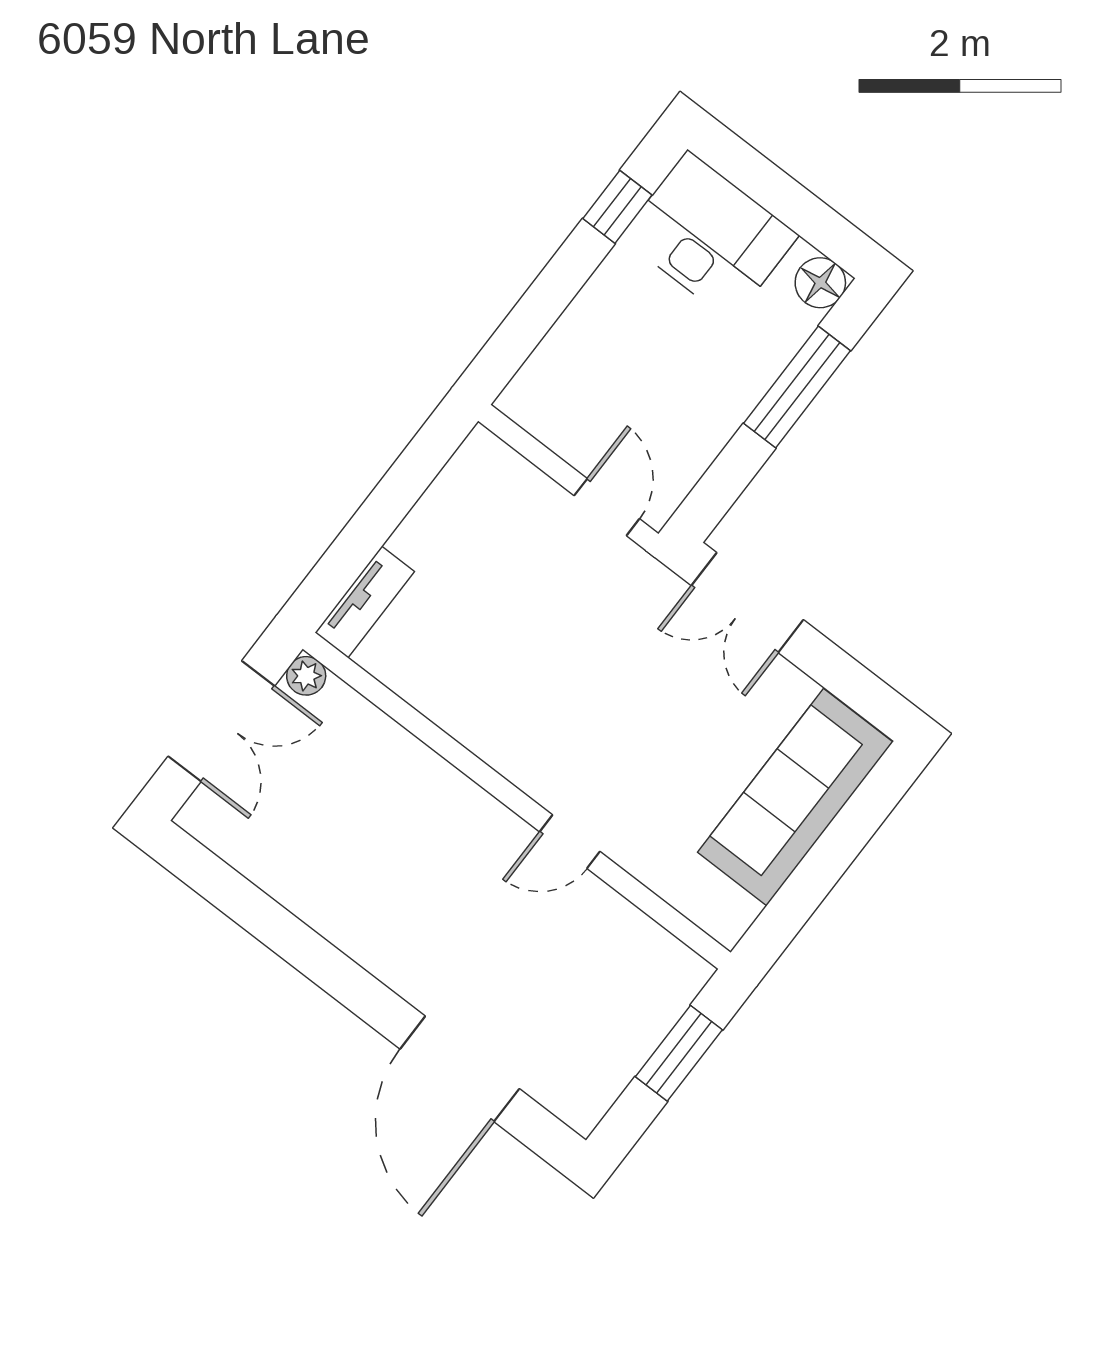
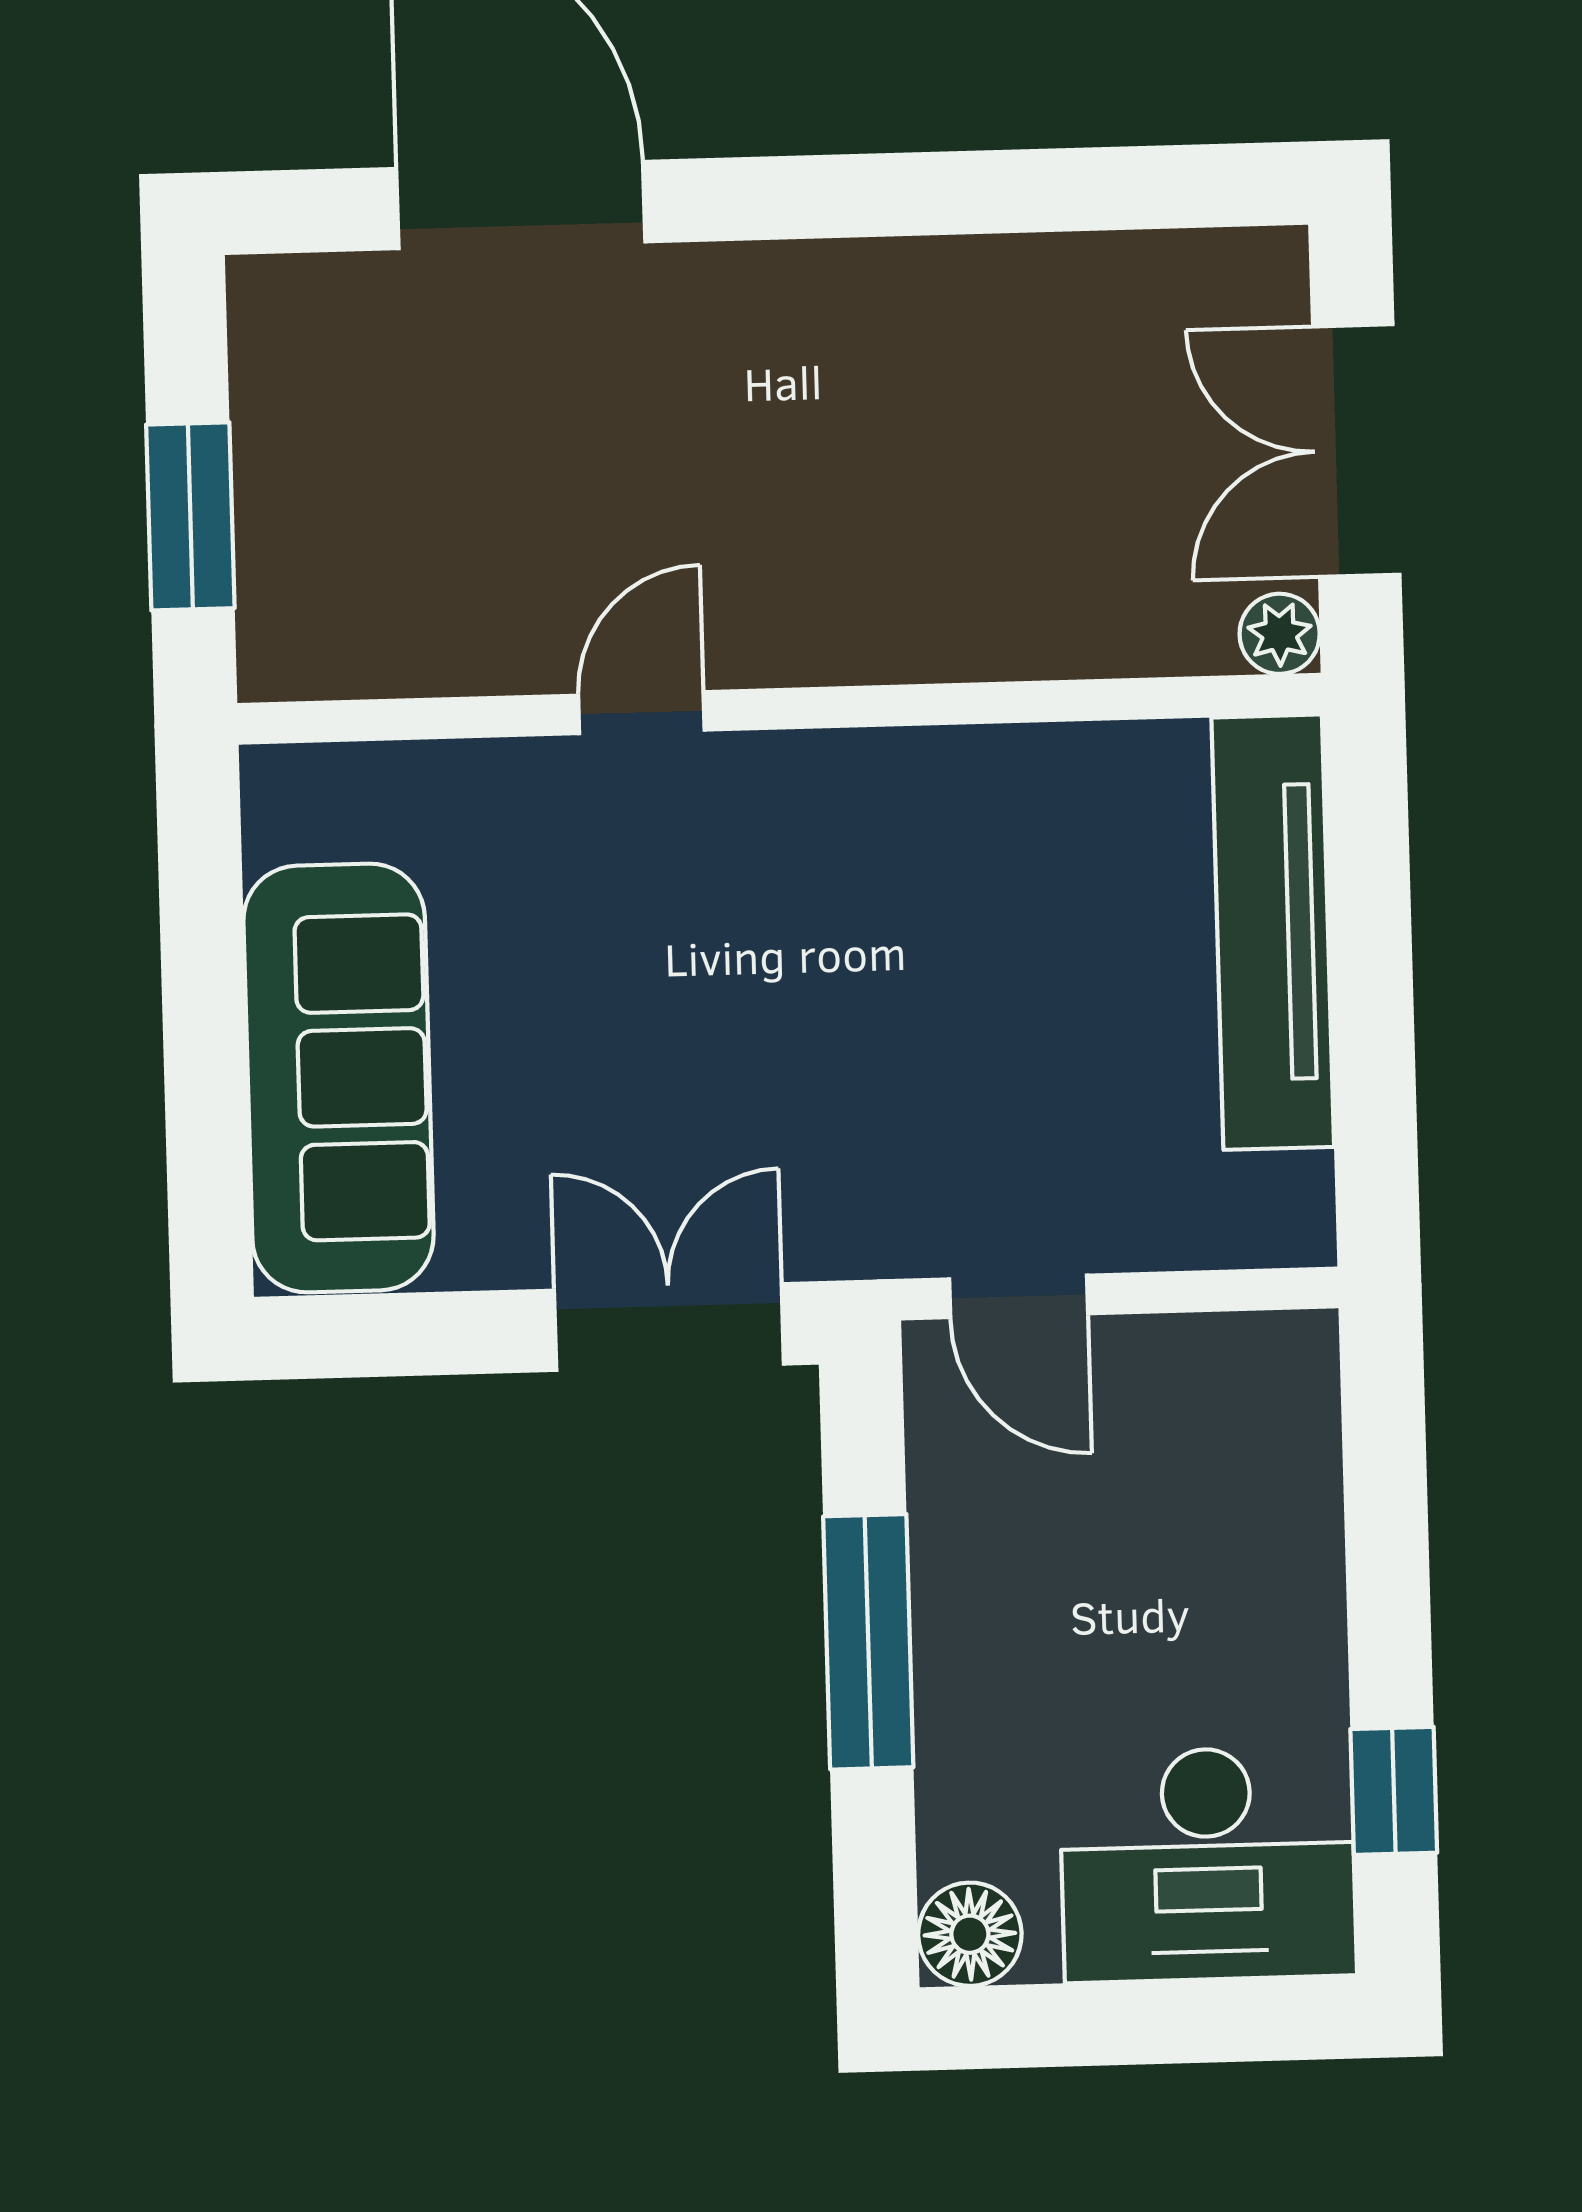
window: (797, 387) -> (868, 1642), moved
tv unit: (365, 602) -> (1273, 932), width x1.92, depth x1.29

